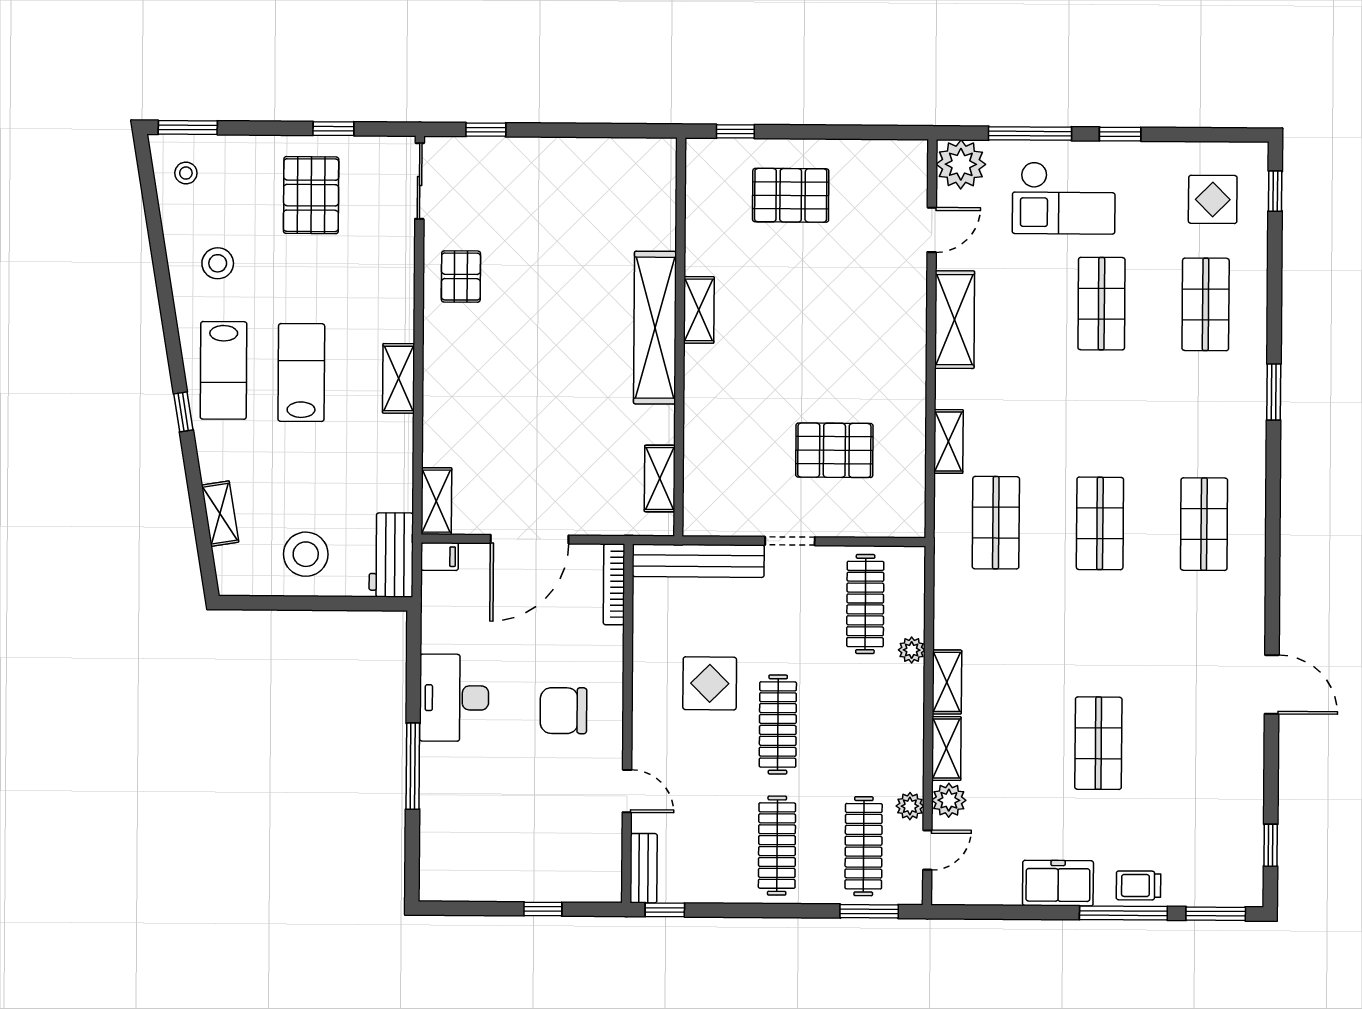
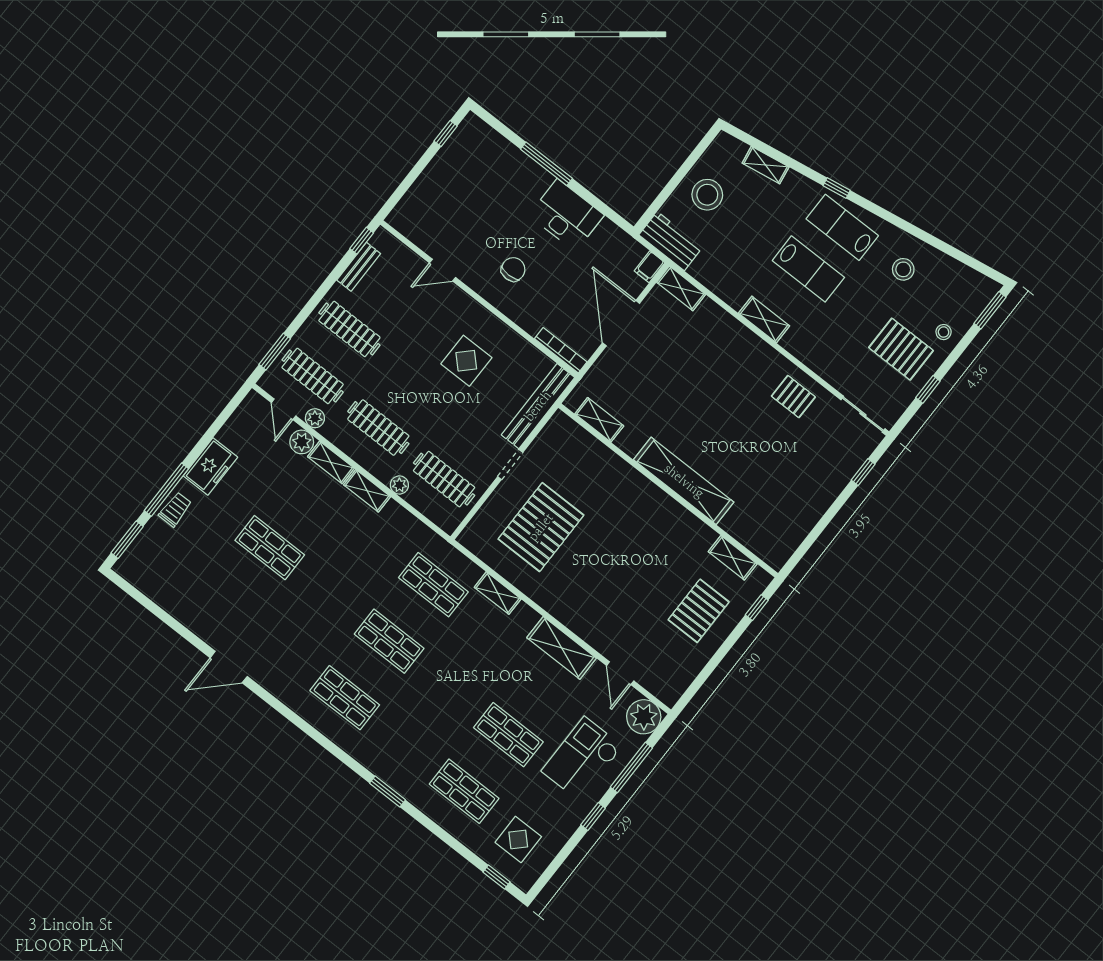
stool: (186, 173) -> (944, 332), moved
shelving: (699, 310) -> (733, 558), moved
pallet: (834, 450) -> (541, 527), width x1.37, depth x1.41
chair: (563, 711) -> (513, 269), width x0.73, depth x0.73
clothes rail: (778, 724) -> (378, 428), moved
window: (1271, 845) -> (141, 599), removed
bench: (644, 868) -> (359, 267), moved, turned 90
window: (543, 909) -> (446, 134), moved

